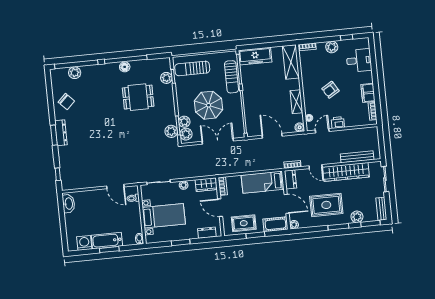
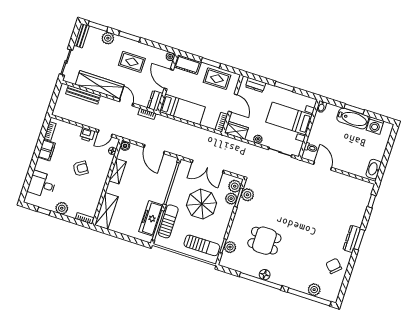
freezer: (255, 56) -> (151, 218), moved, turned -90
rug: (326, 205) -> (132, 62), width x0.73, depth x0.70

